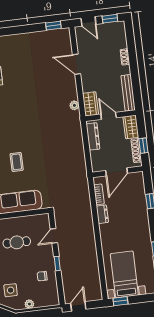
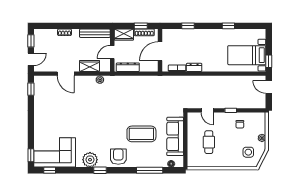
door: (76, 64) -> (66, 74), hinge flipped
wardrobe: (91, 104) -> (90, 66), moved
coffee table: (17, 162) -> (141, 134), width x1.86, depth x1.72
door: (116, 172) -> (160, 51), swing flipped
door: (78, 306) -> (269, 87), moved

